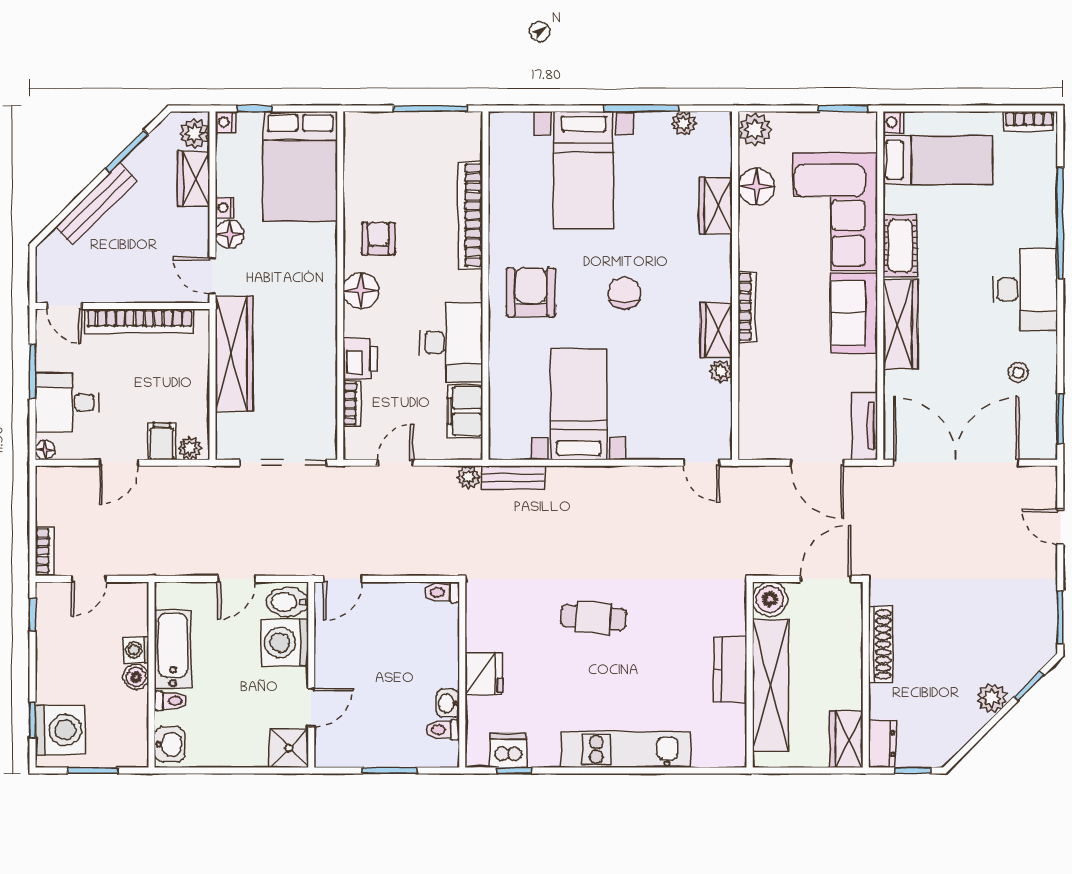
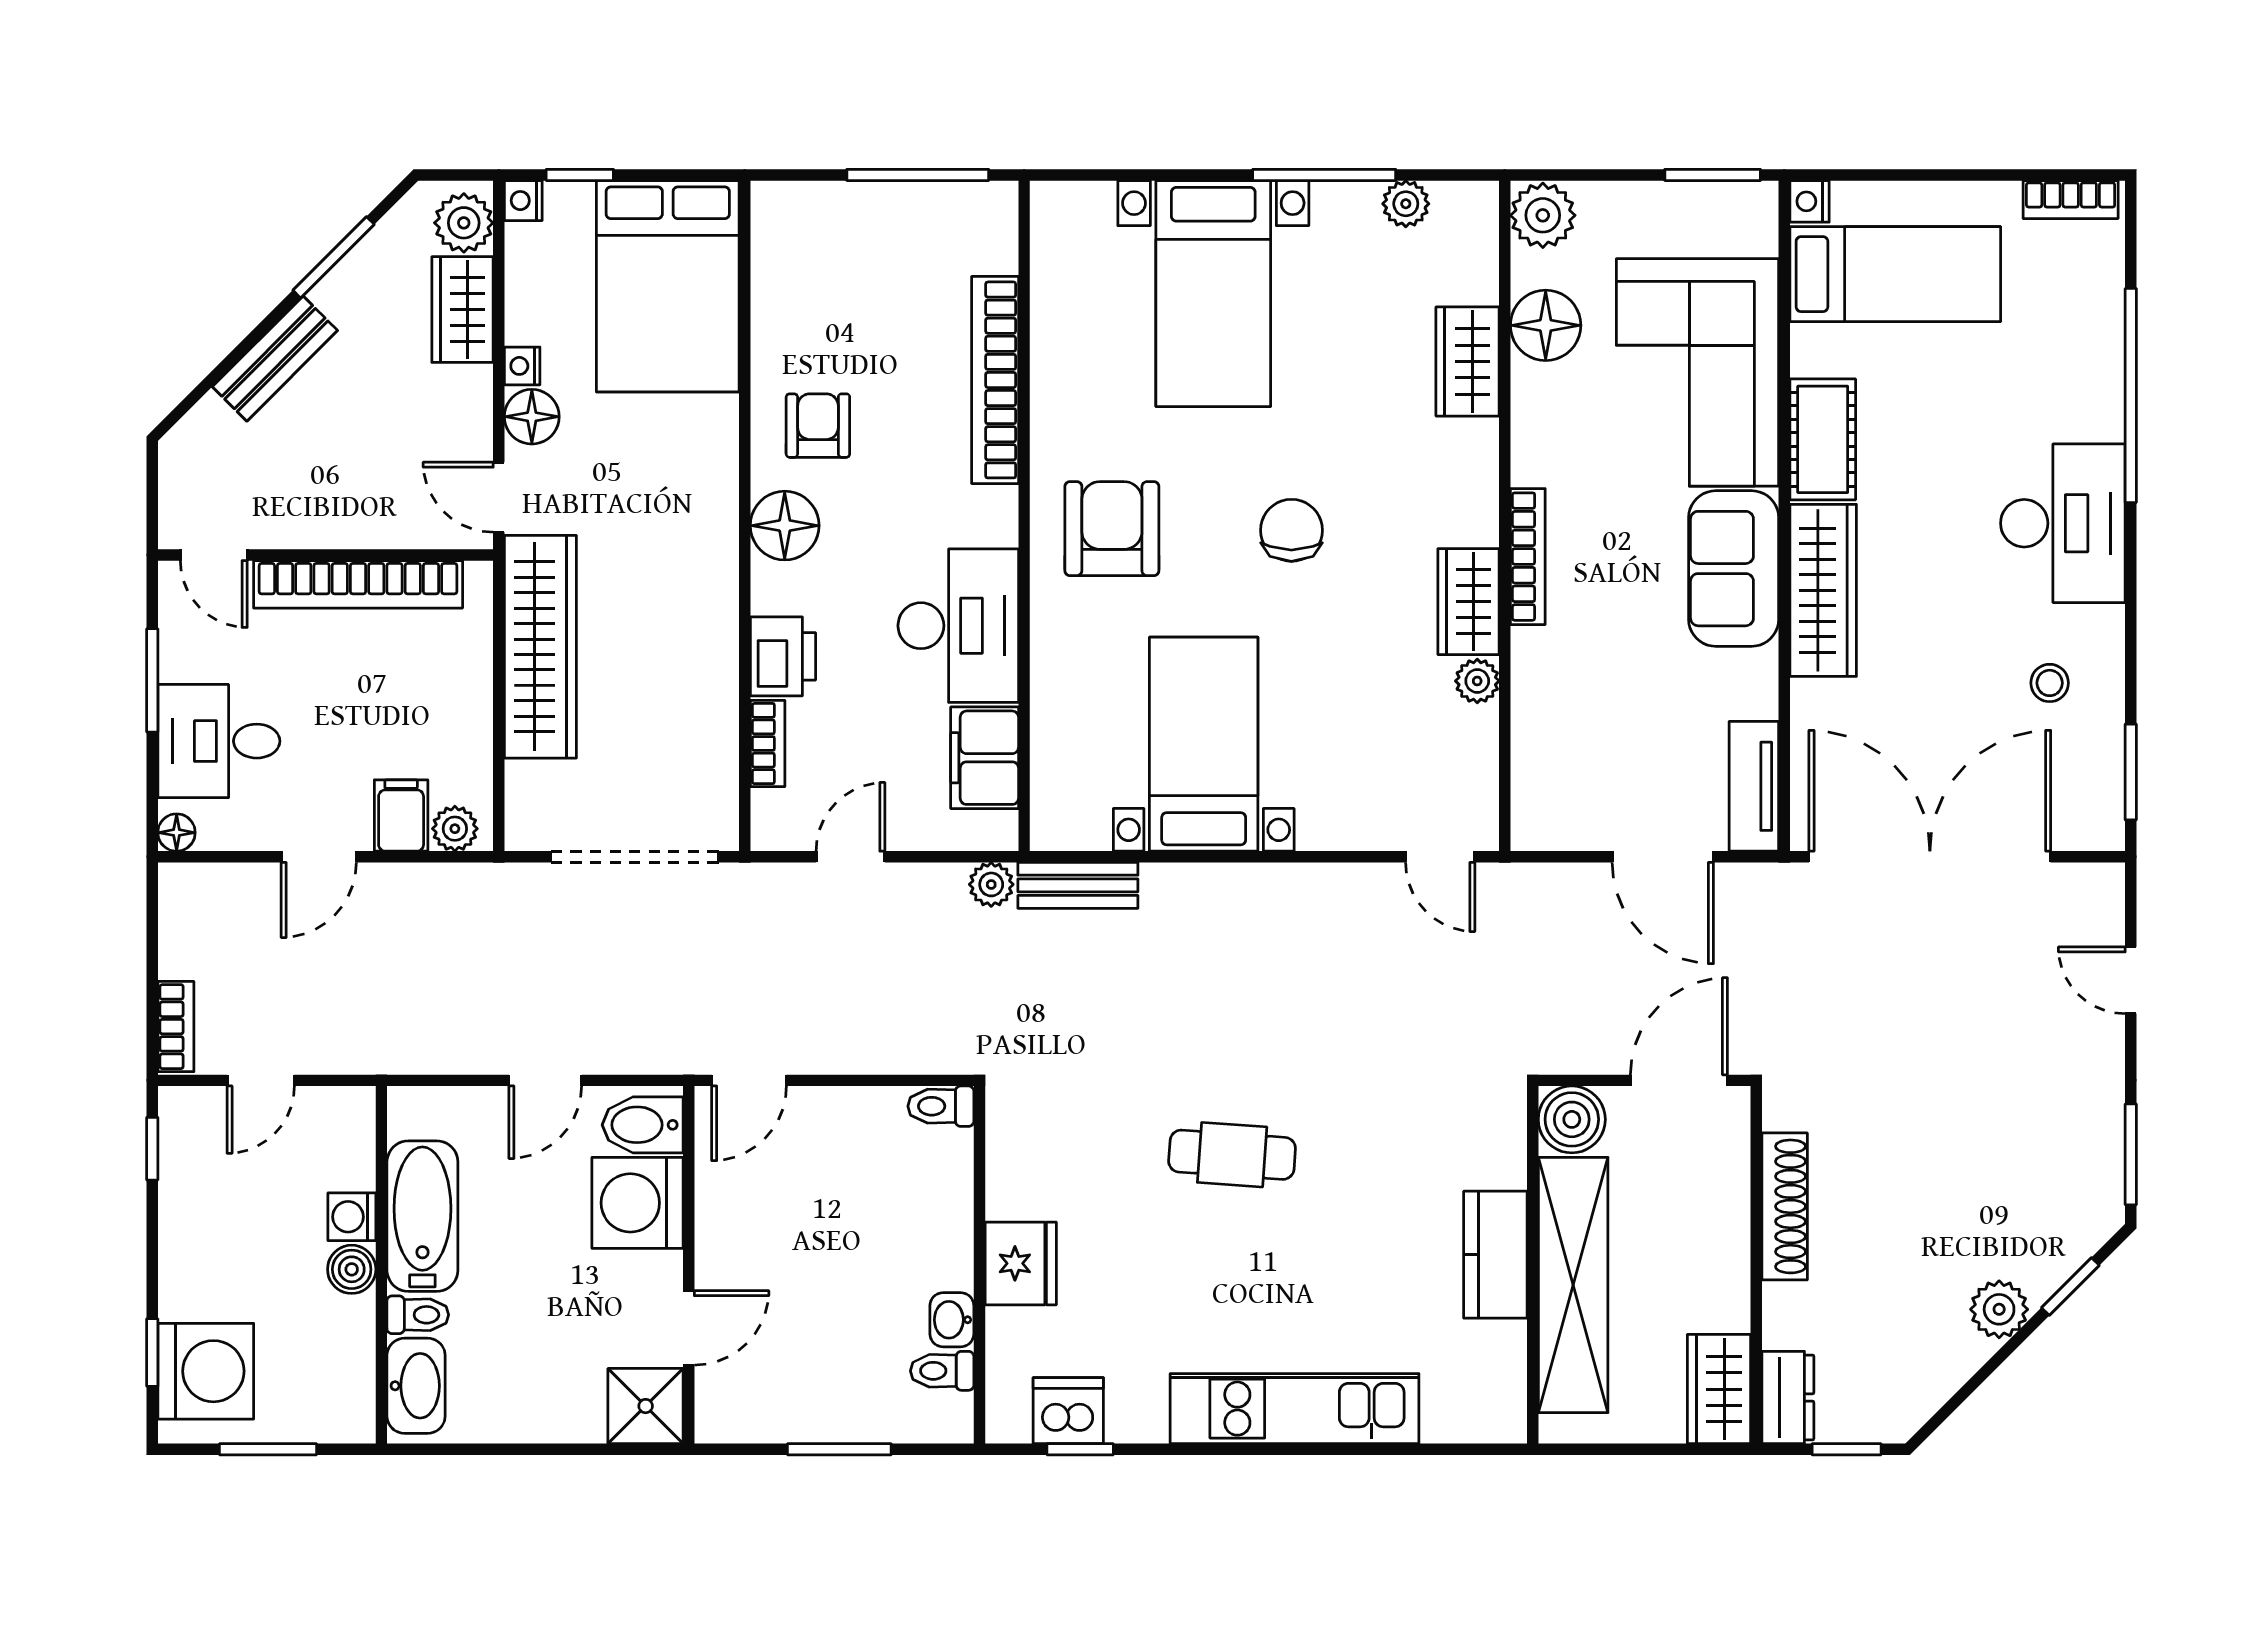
bench: (96, 204) -> (275, 359), width x0.73
washbasin: (170, 744) -> (416, 1386), width x1.38

